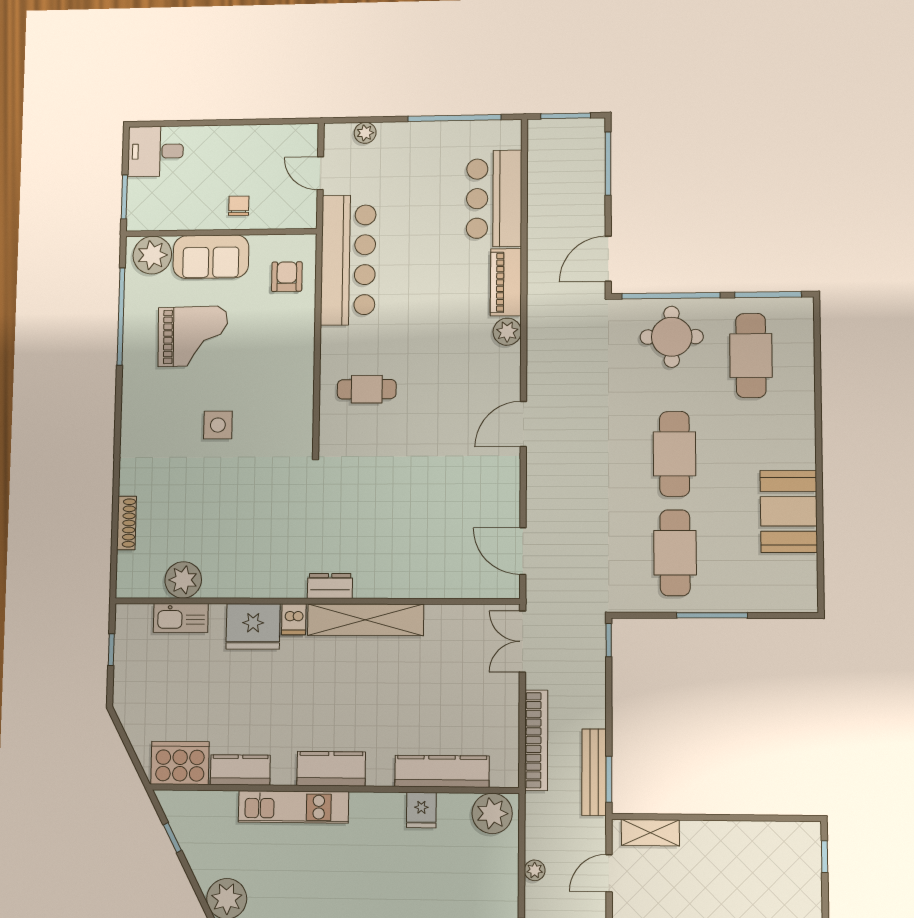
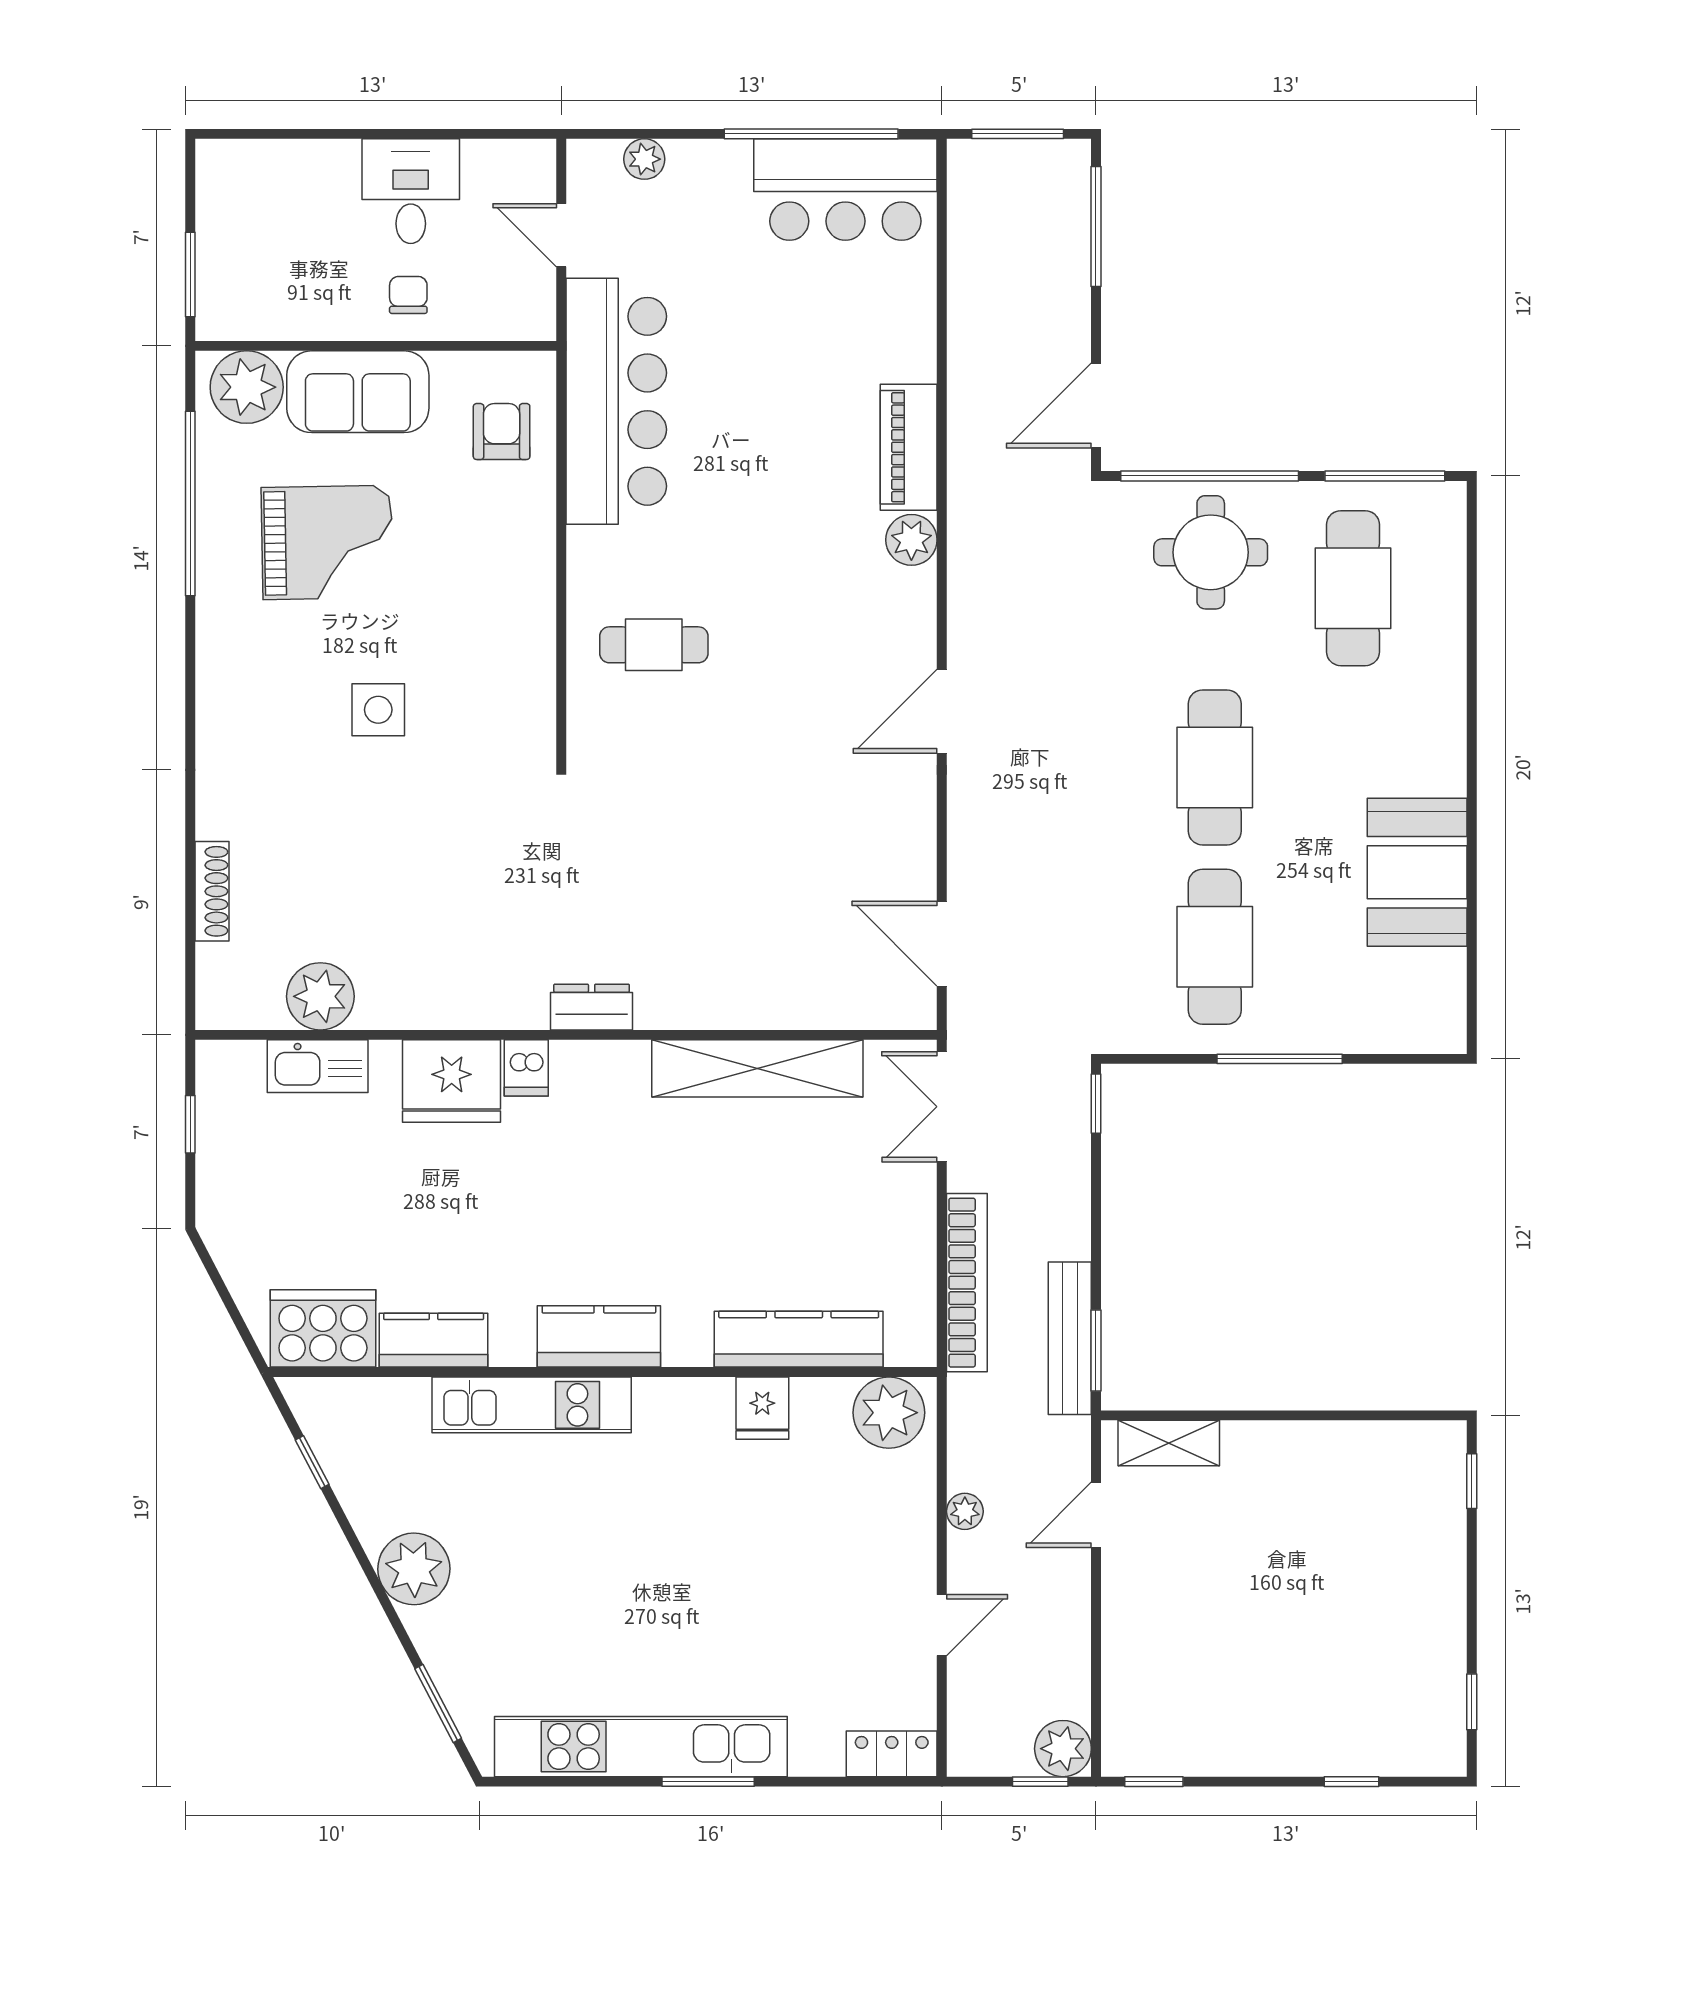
desk: (156, 151) -> (411, 191), moved, turned 90
bar counter: (494, 198) -> (845, 190), moved, turned -90
shelving: (366, 620) -> (757, 1068), moved

